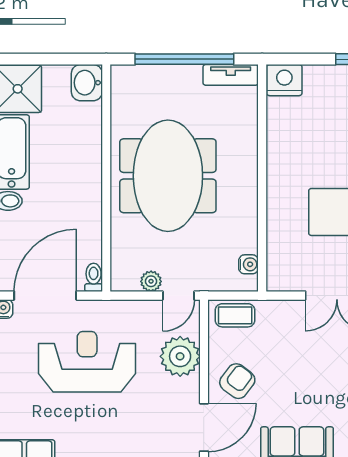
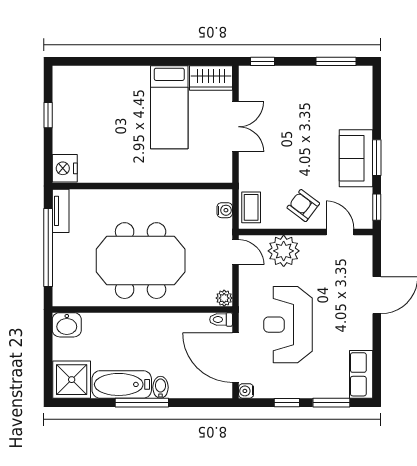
water cooler: (249, 264) -> (225, 210), moved, turned 90
plant: (151, 281) -> (224, 298), moved
door: (204, 427) -> (340, 232), width x0.73

